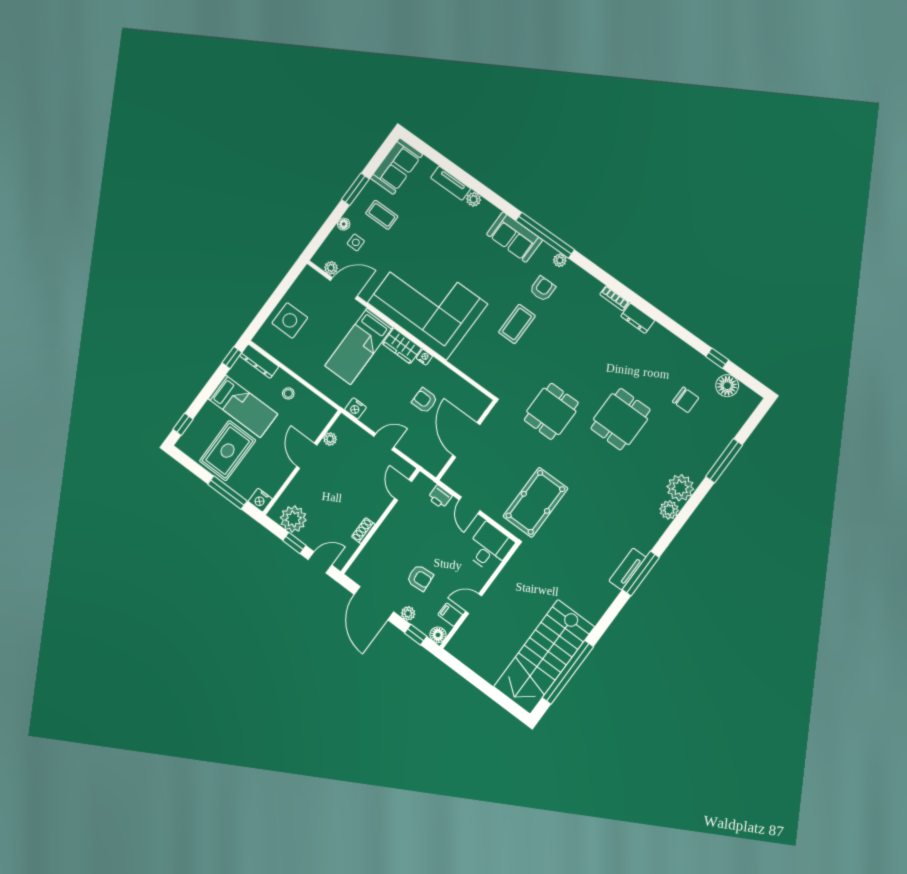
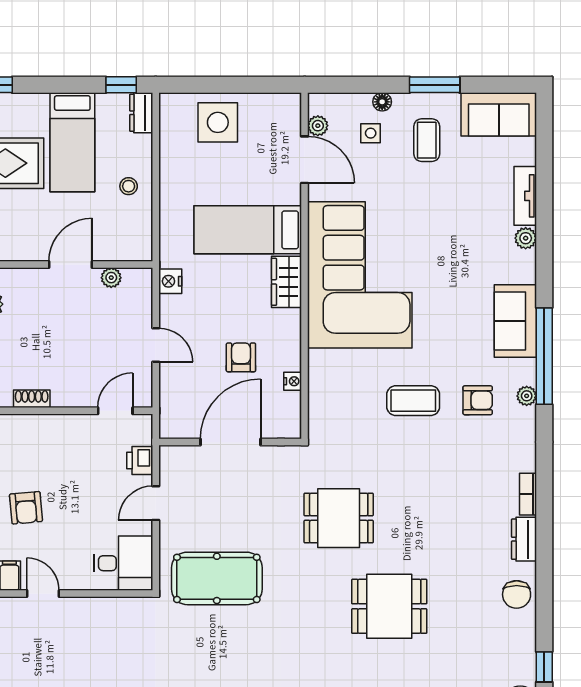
nightstand: (424, 357) -> (293, 381), moved
dresser: (259, 361) -> (141, 113), width x0.70
chair: (686, 400) -> (517, 594), moved

